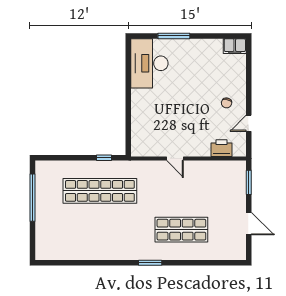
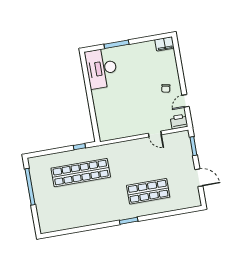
printer: (221, 148) -> (179, 122), moved
door: (175, 159) -> (155, 134), moved

